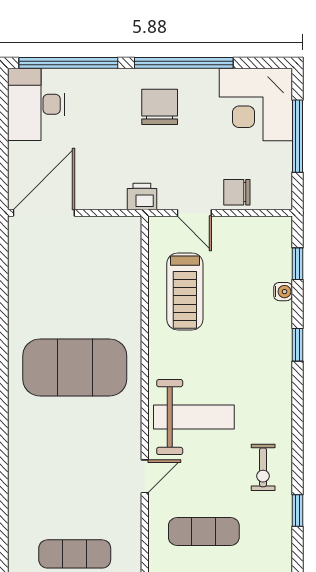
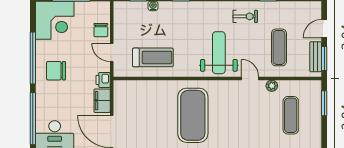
filing cabinet: (102, 195) -> (102, 101), added
door: (194, 213) -> (112, 52), swing flipped
plant: (131, 518) -> (272, 86), added

